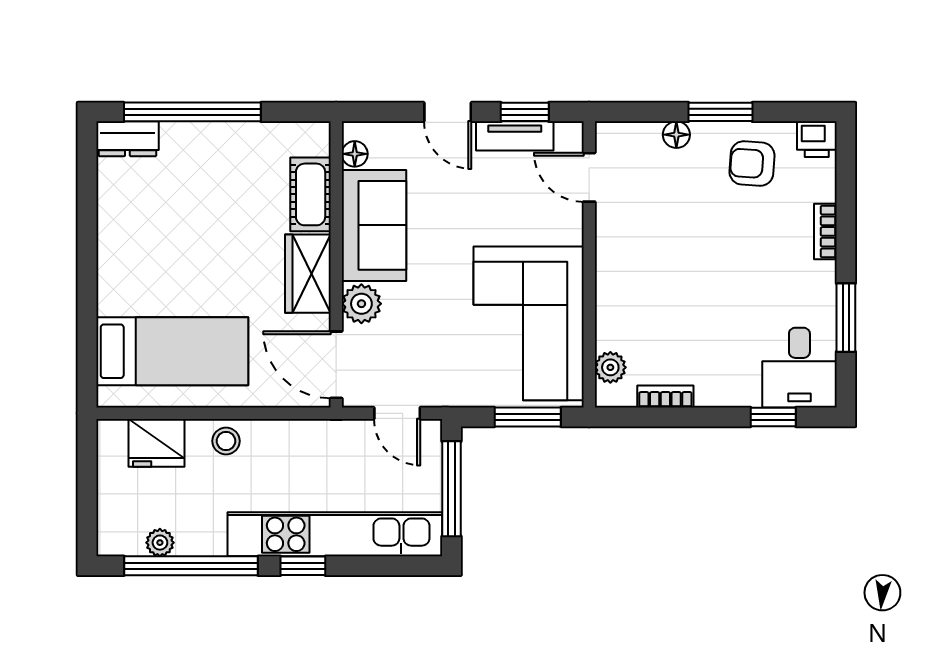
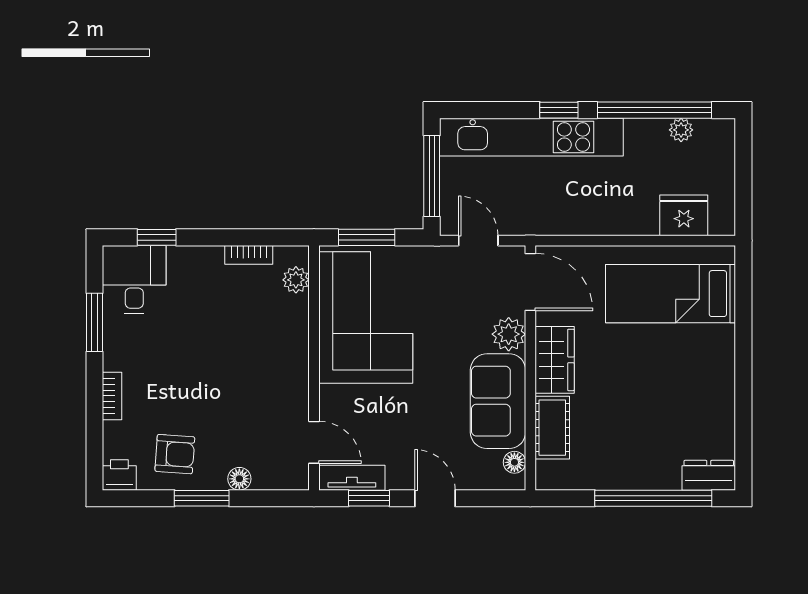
tv unit: (515, 136) -> (352, 478), moved
stool: (226, 441) -> (625, 217), removed

